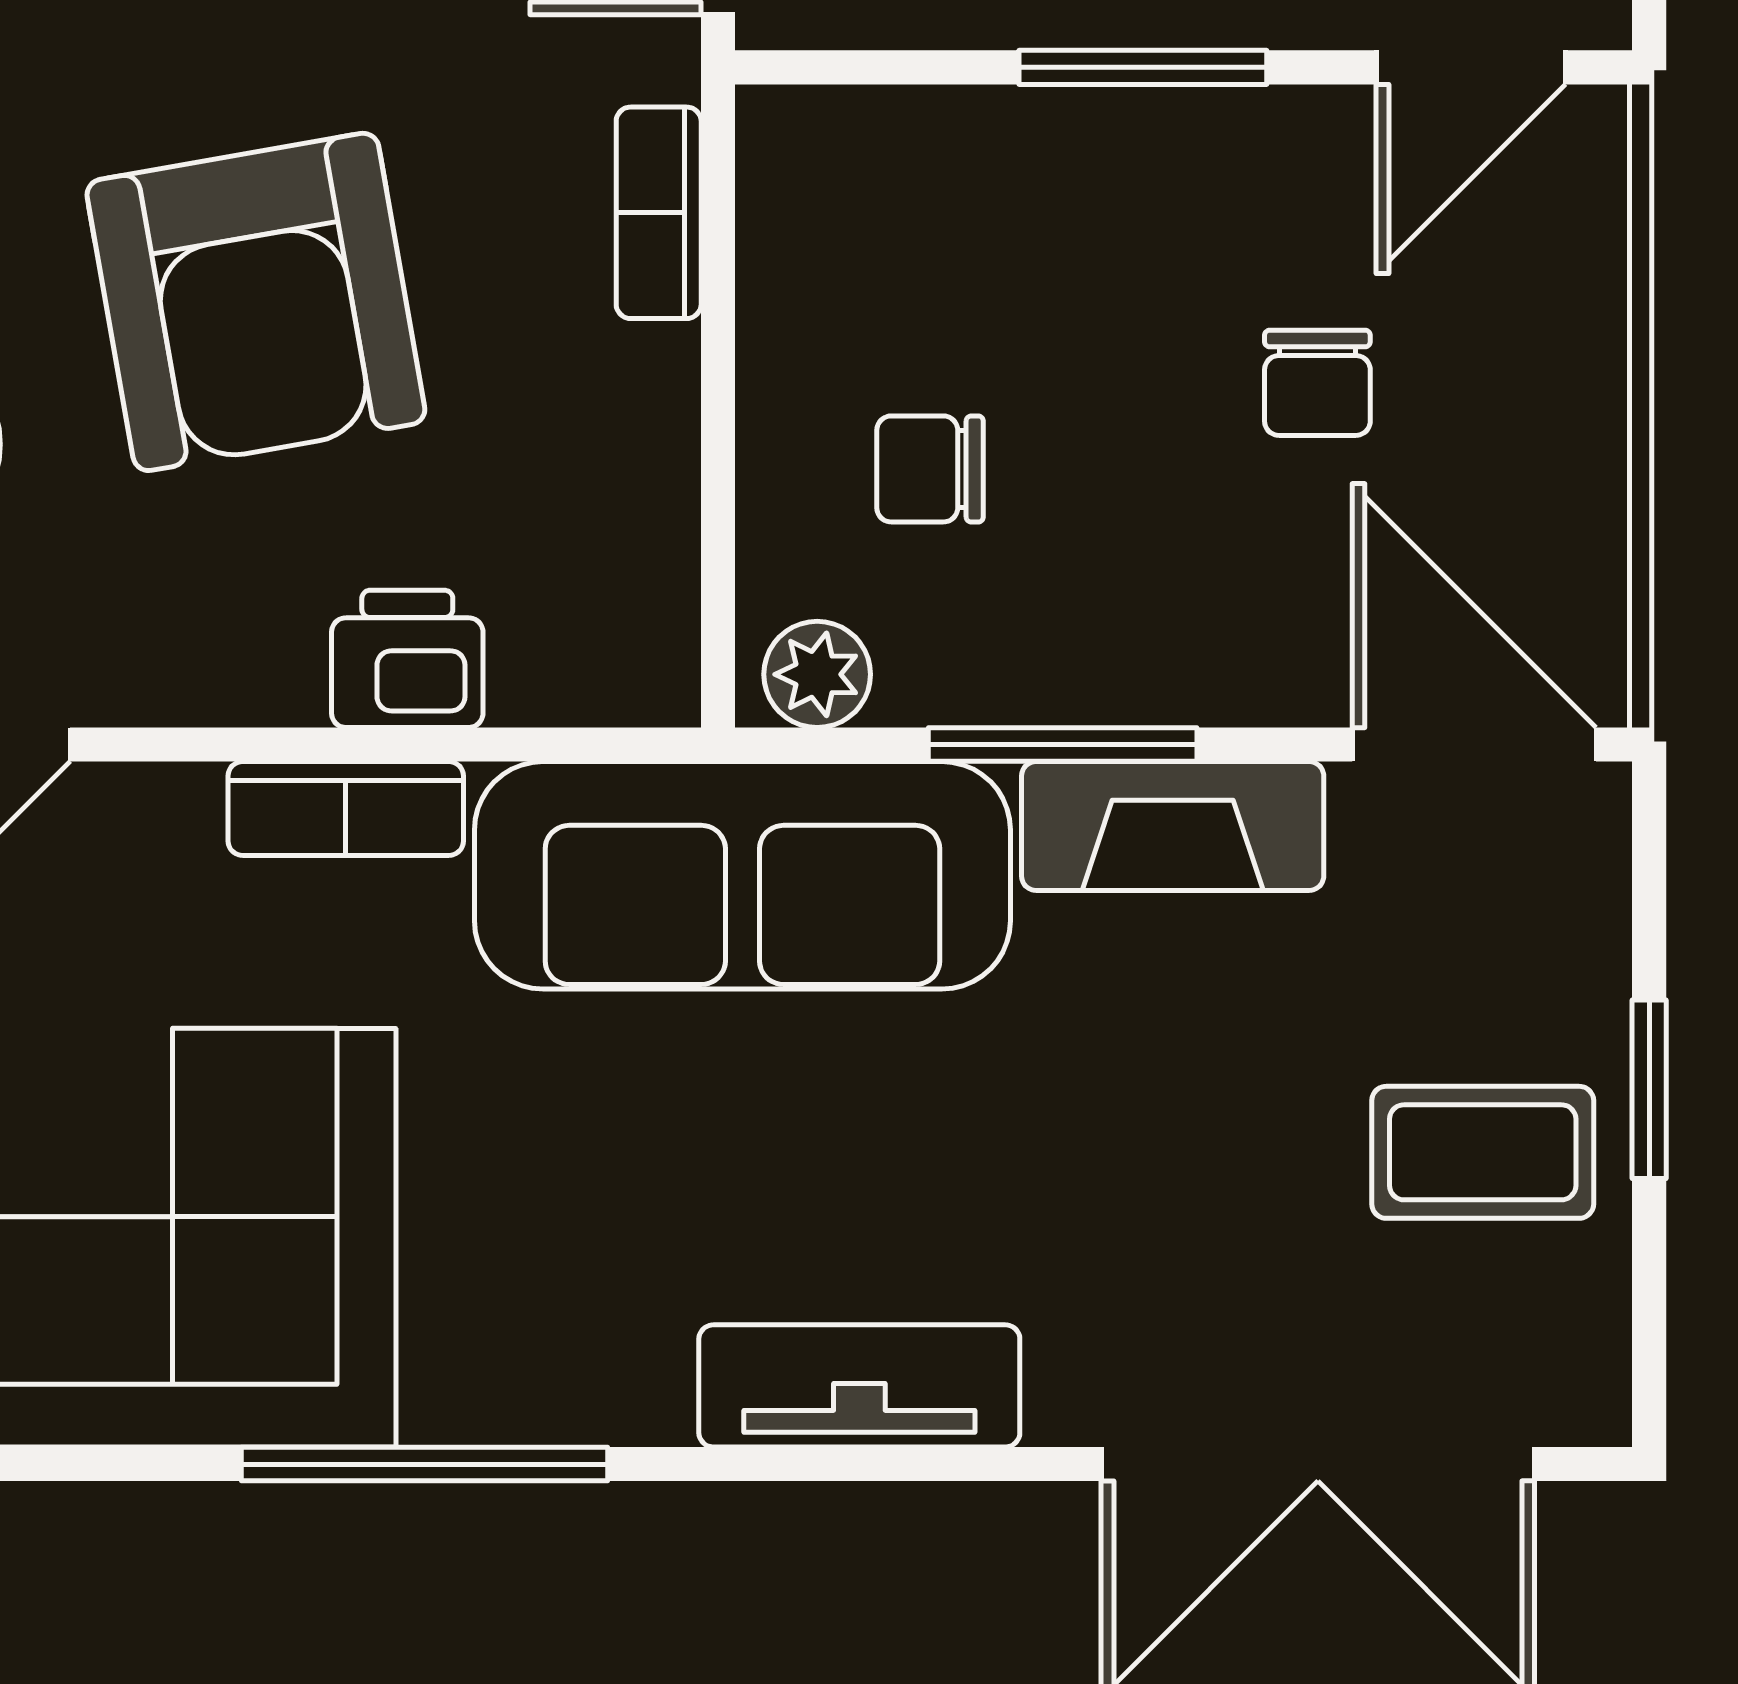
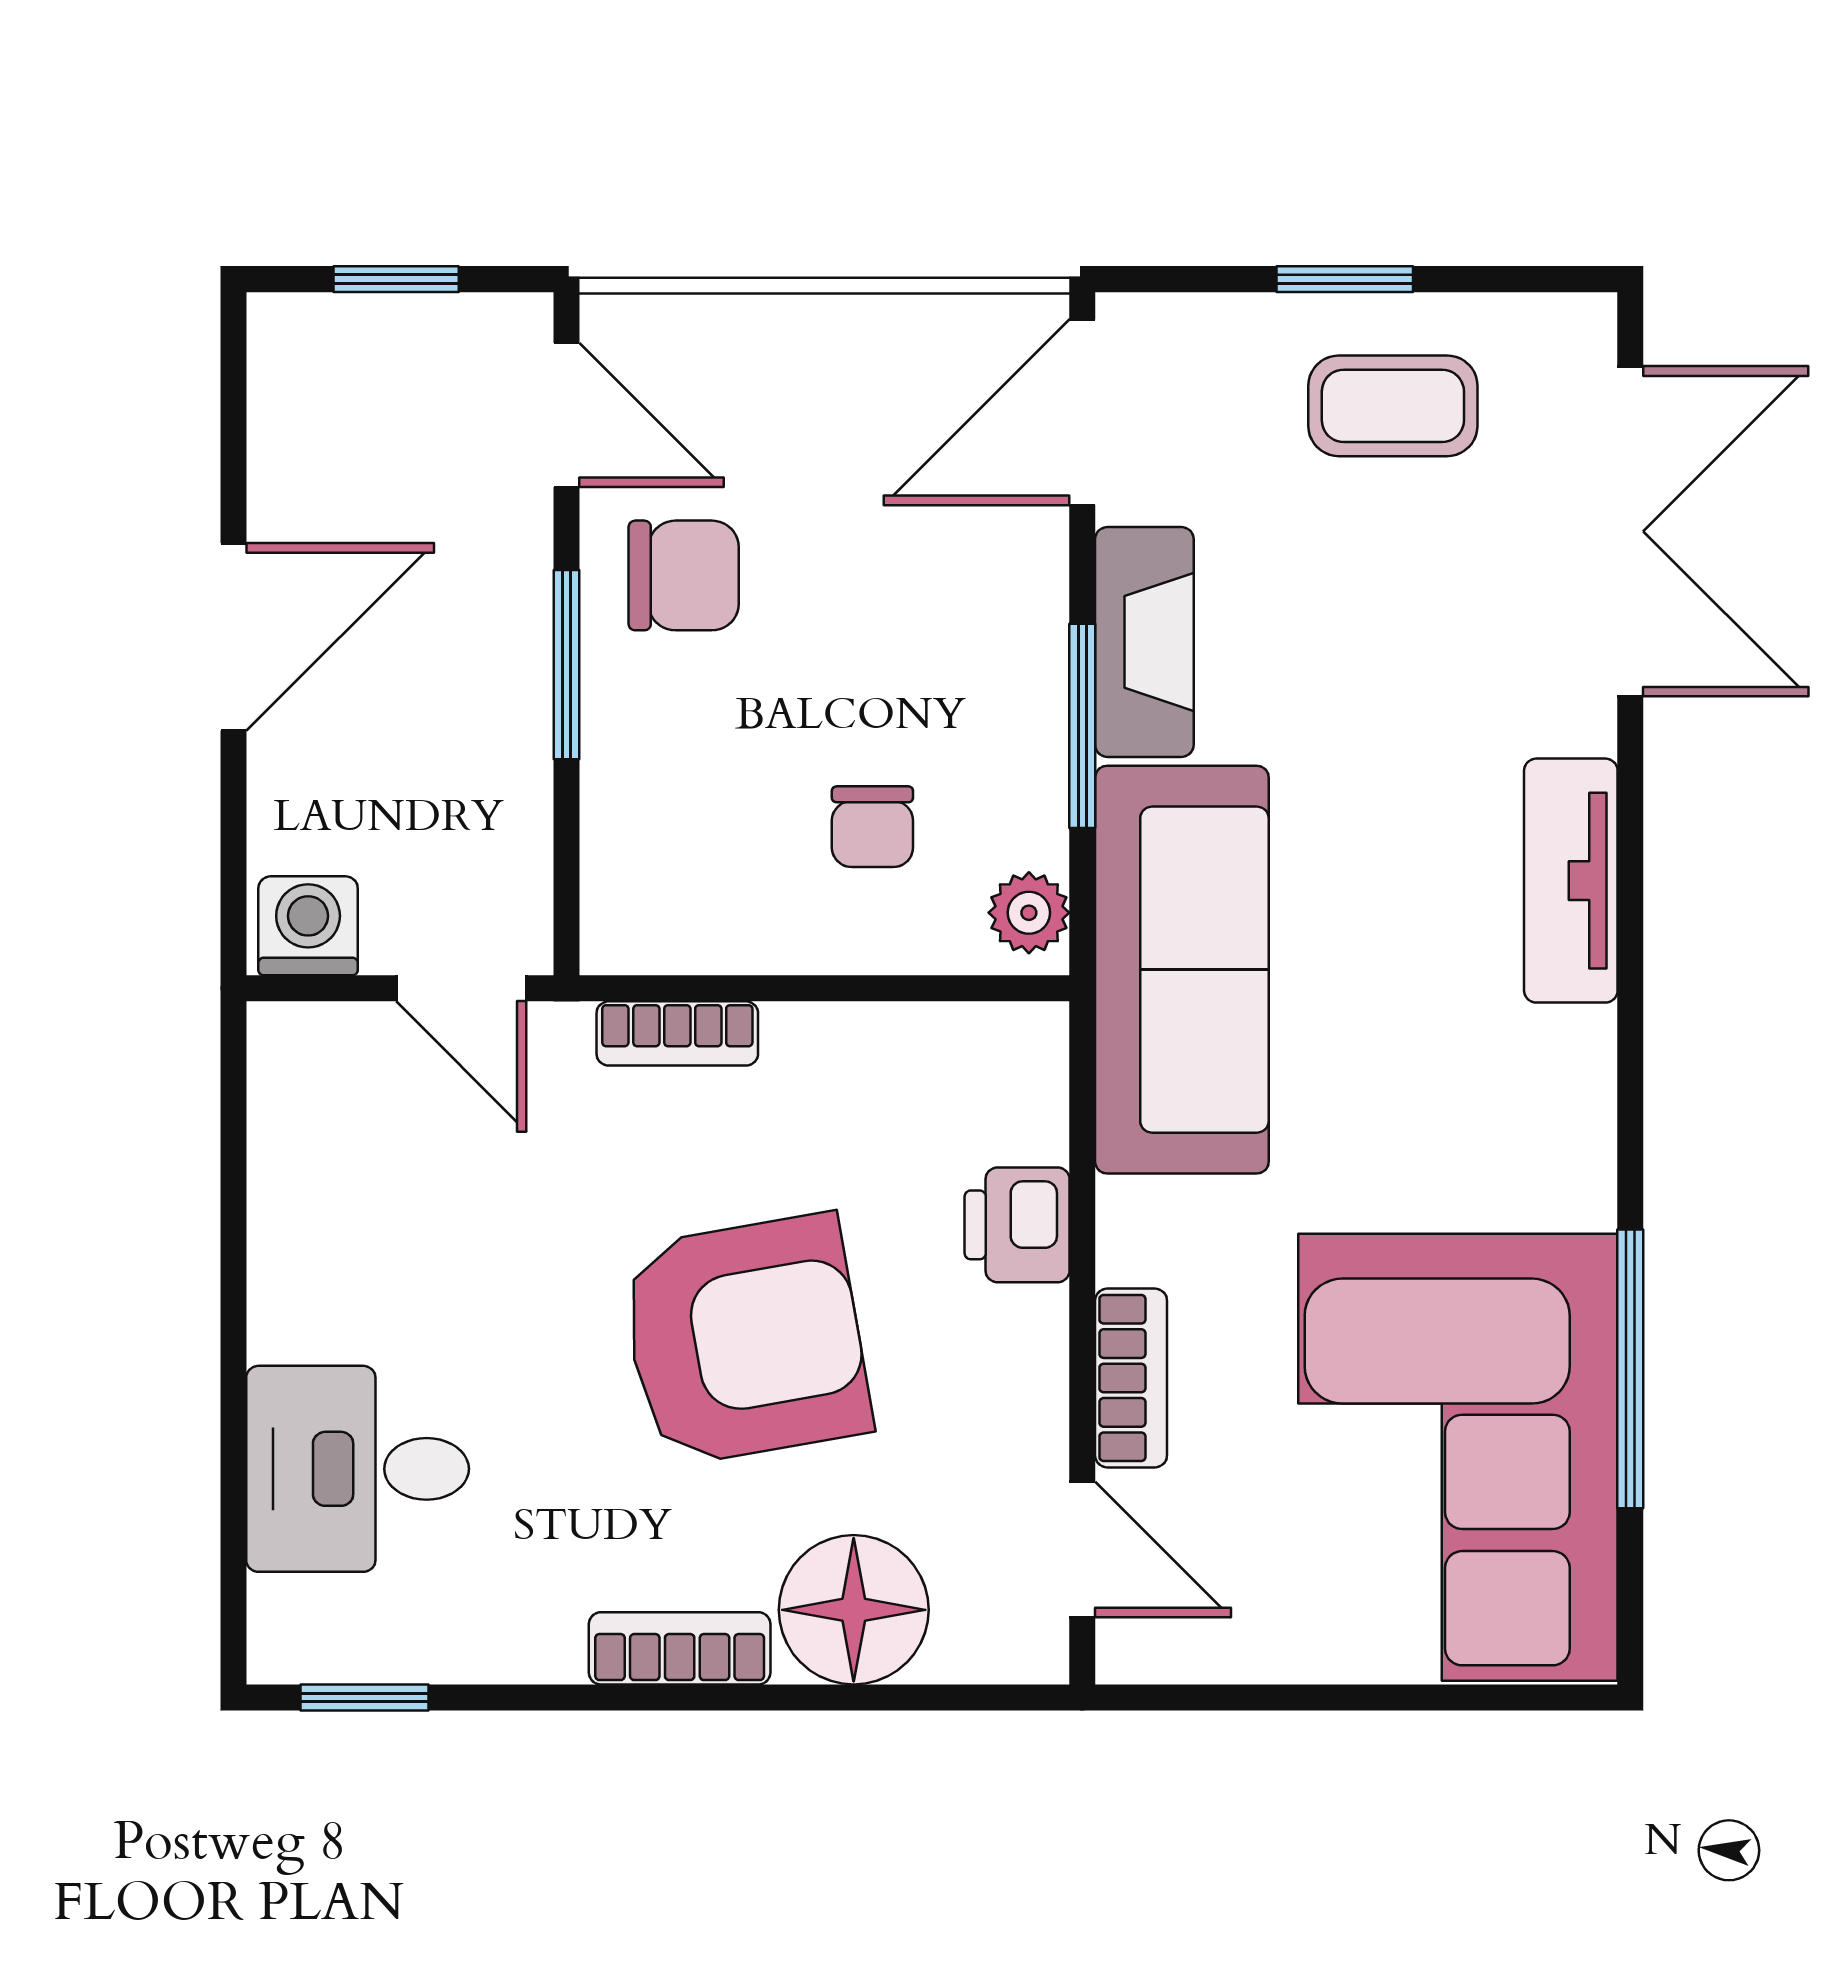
chair: (1317, 383) -> (684, 575), moved, width x1.37, depth x1.37
bookcase: (346, 808) -> (1131, 1378), moved
coffee table: (1483, 1152) -> (1393, 406), turned 90
window: (424, 1464) -> (1630, 1369), moved

